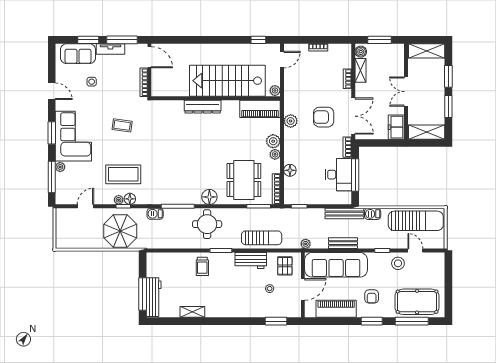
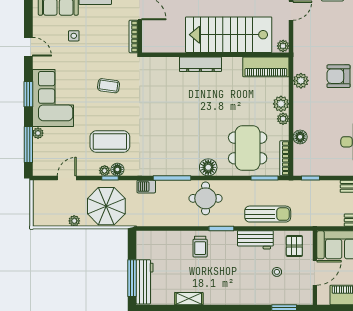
plant: (306, 244) -> (74, 221), moved

